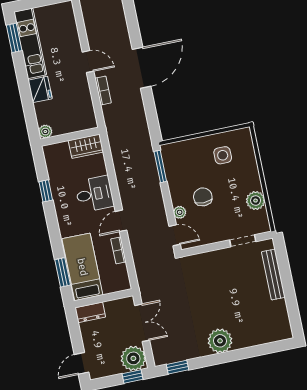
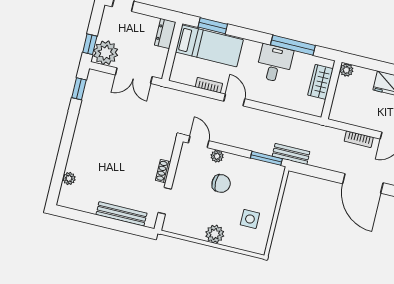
wardrobe: (86, 146) -> (320, 82), moved
bench: (146, 146) -> (291, 154), added
window: (46, 191) -> (293, 45), width x2.17
desk: (94, 194) -> (274, 63), moved, turned 180
plant: (256, 201) -> (215, 234), moved
door: (175, 235) -> (199, 142), swing flipped
shoe rack: (216, 255) -> (163, 171), added
plant: (220, 341) -> (69, 178), moved, width x0.53, depth x0.53

